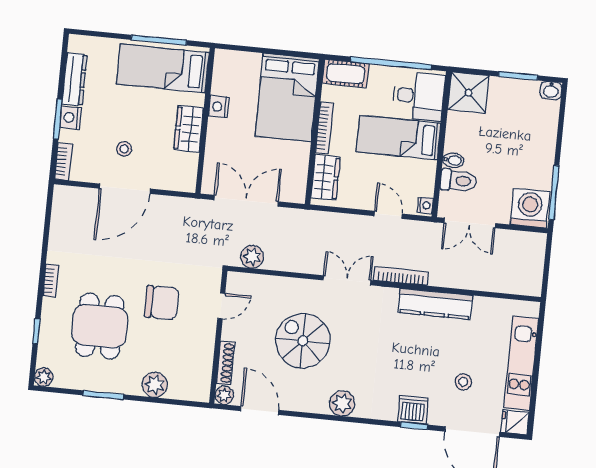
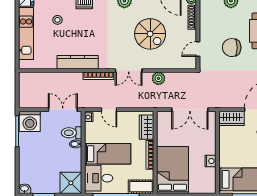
wardrobe: (189, 129) -> (231, 118), moved, turned 90
plant: (252, 257) -> (158, 78), moved

